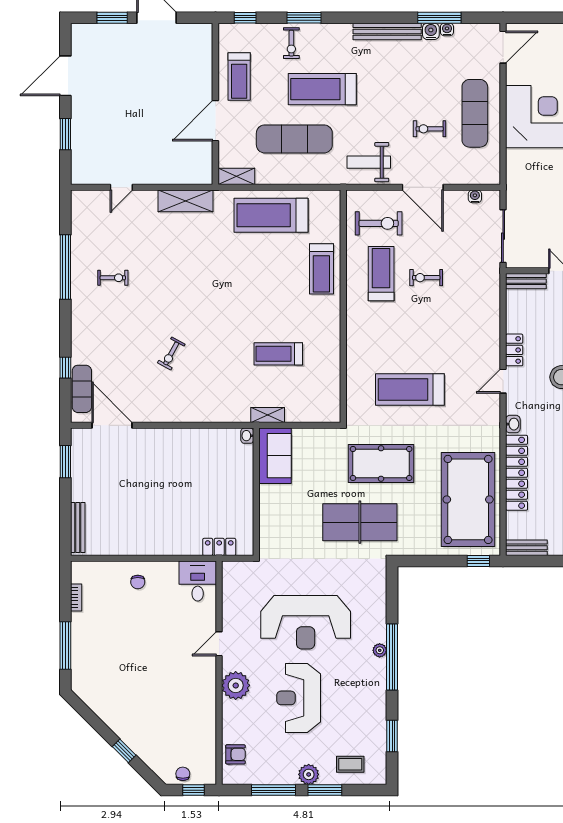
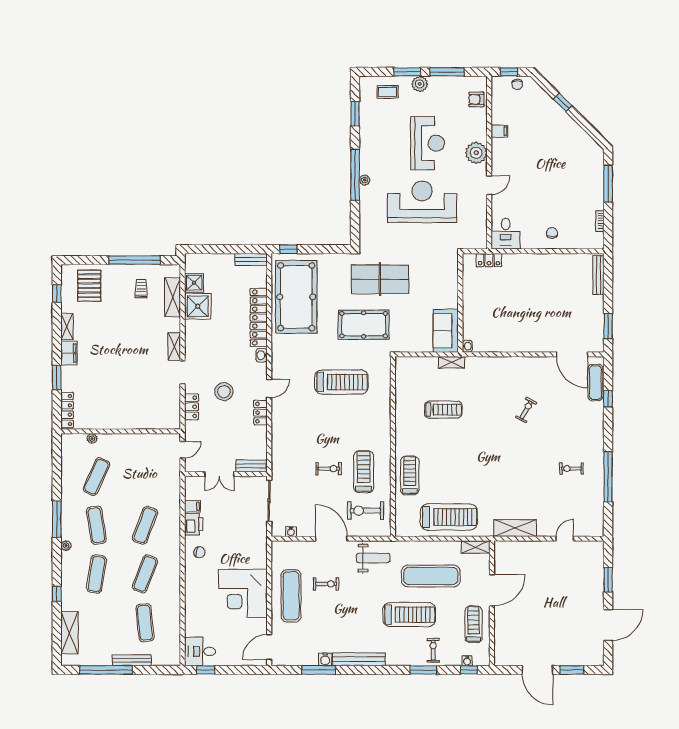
water cooler: (447, 29) -> (467, 661), moved
treadmill: (381, 274) -> (364, 472), turned 180
filing cabinet: (206, 714) -> (500, 131), added

